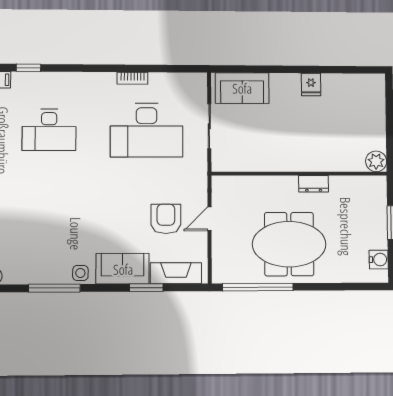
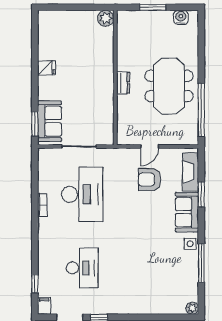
window: (238, 69) -> (35, 124), added
dresser: (314, 184) -> (123, 83), moved
door: (210, 219) -> (150, 146), hinge flipped

